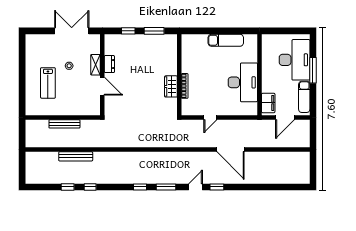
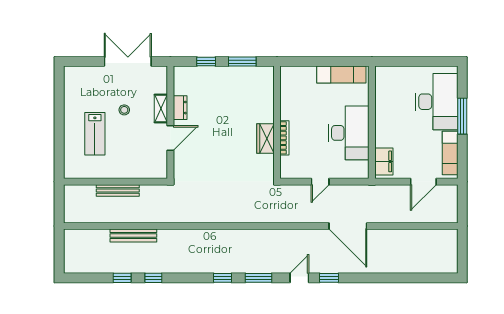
wall: (260, 75) -> (372, 122), moved
desk: (243, 82) -> (349, 133), moved
door: (102, 86) -> (170, 138), hinge flipped
filing cabinet: (268, 103) -> (384, 161), moved

